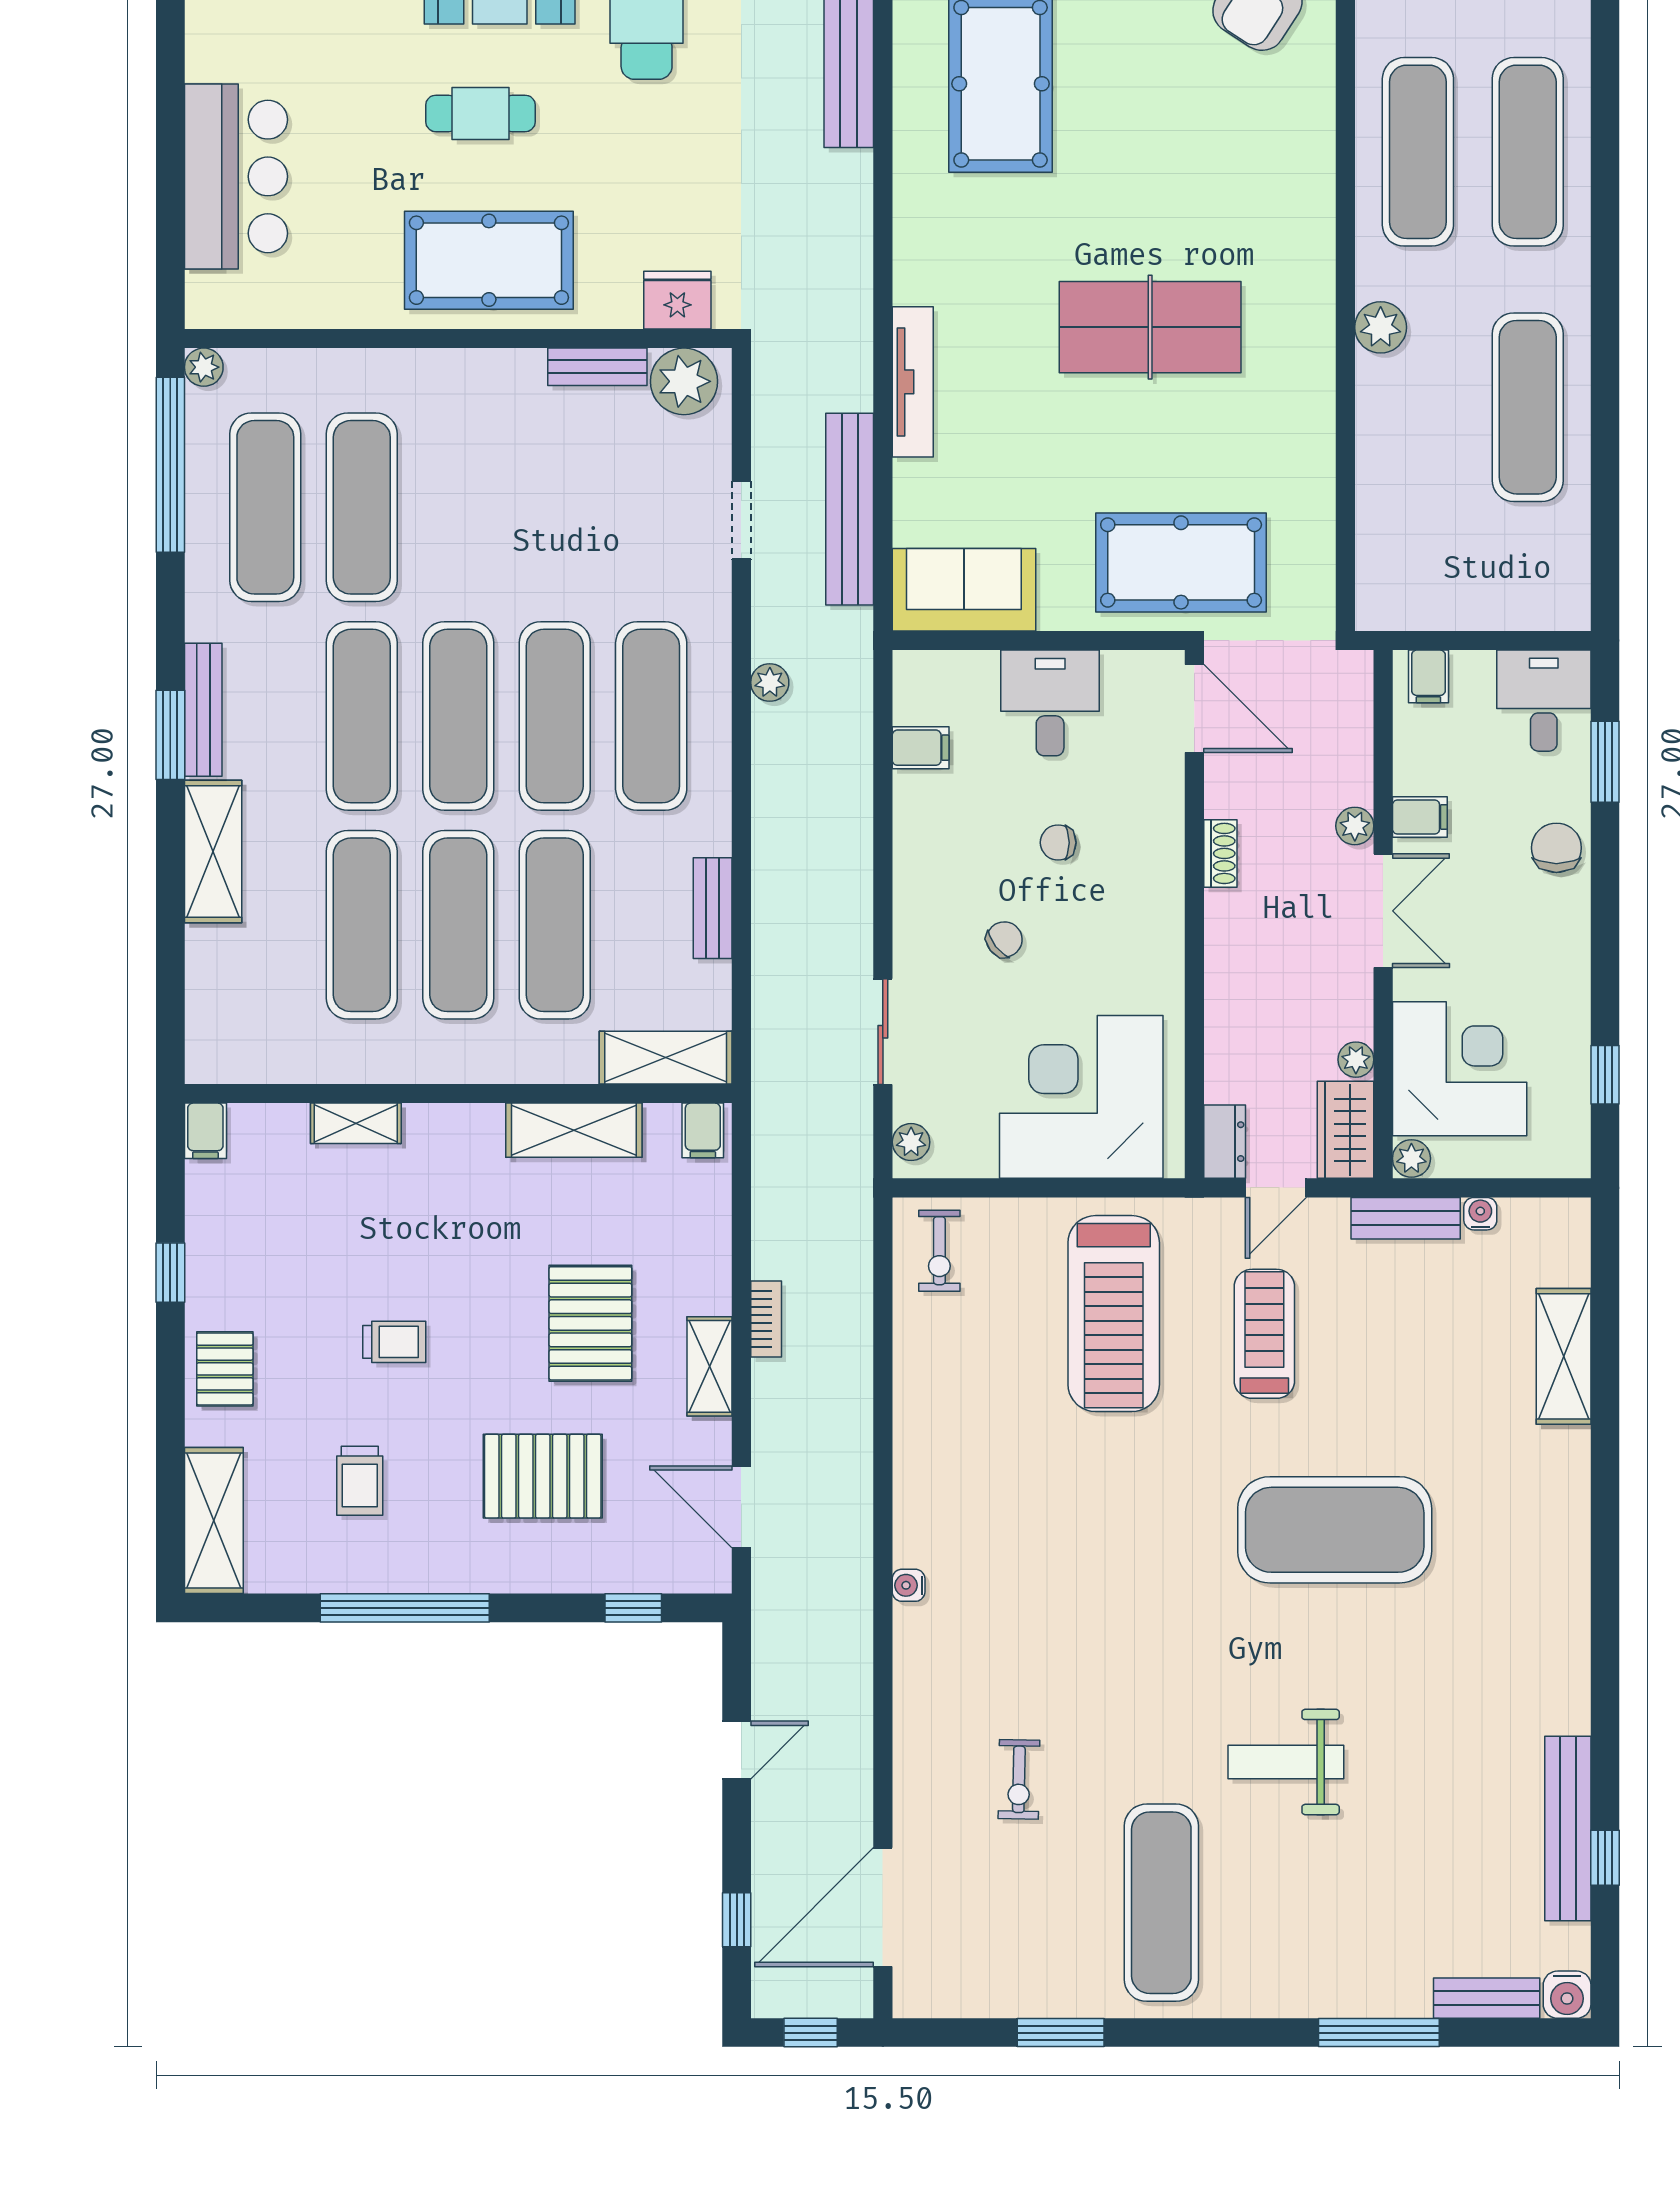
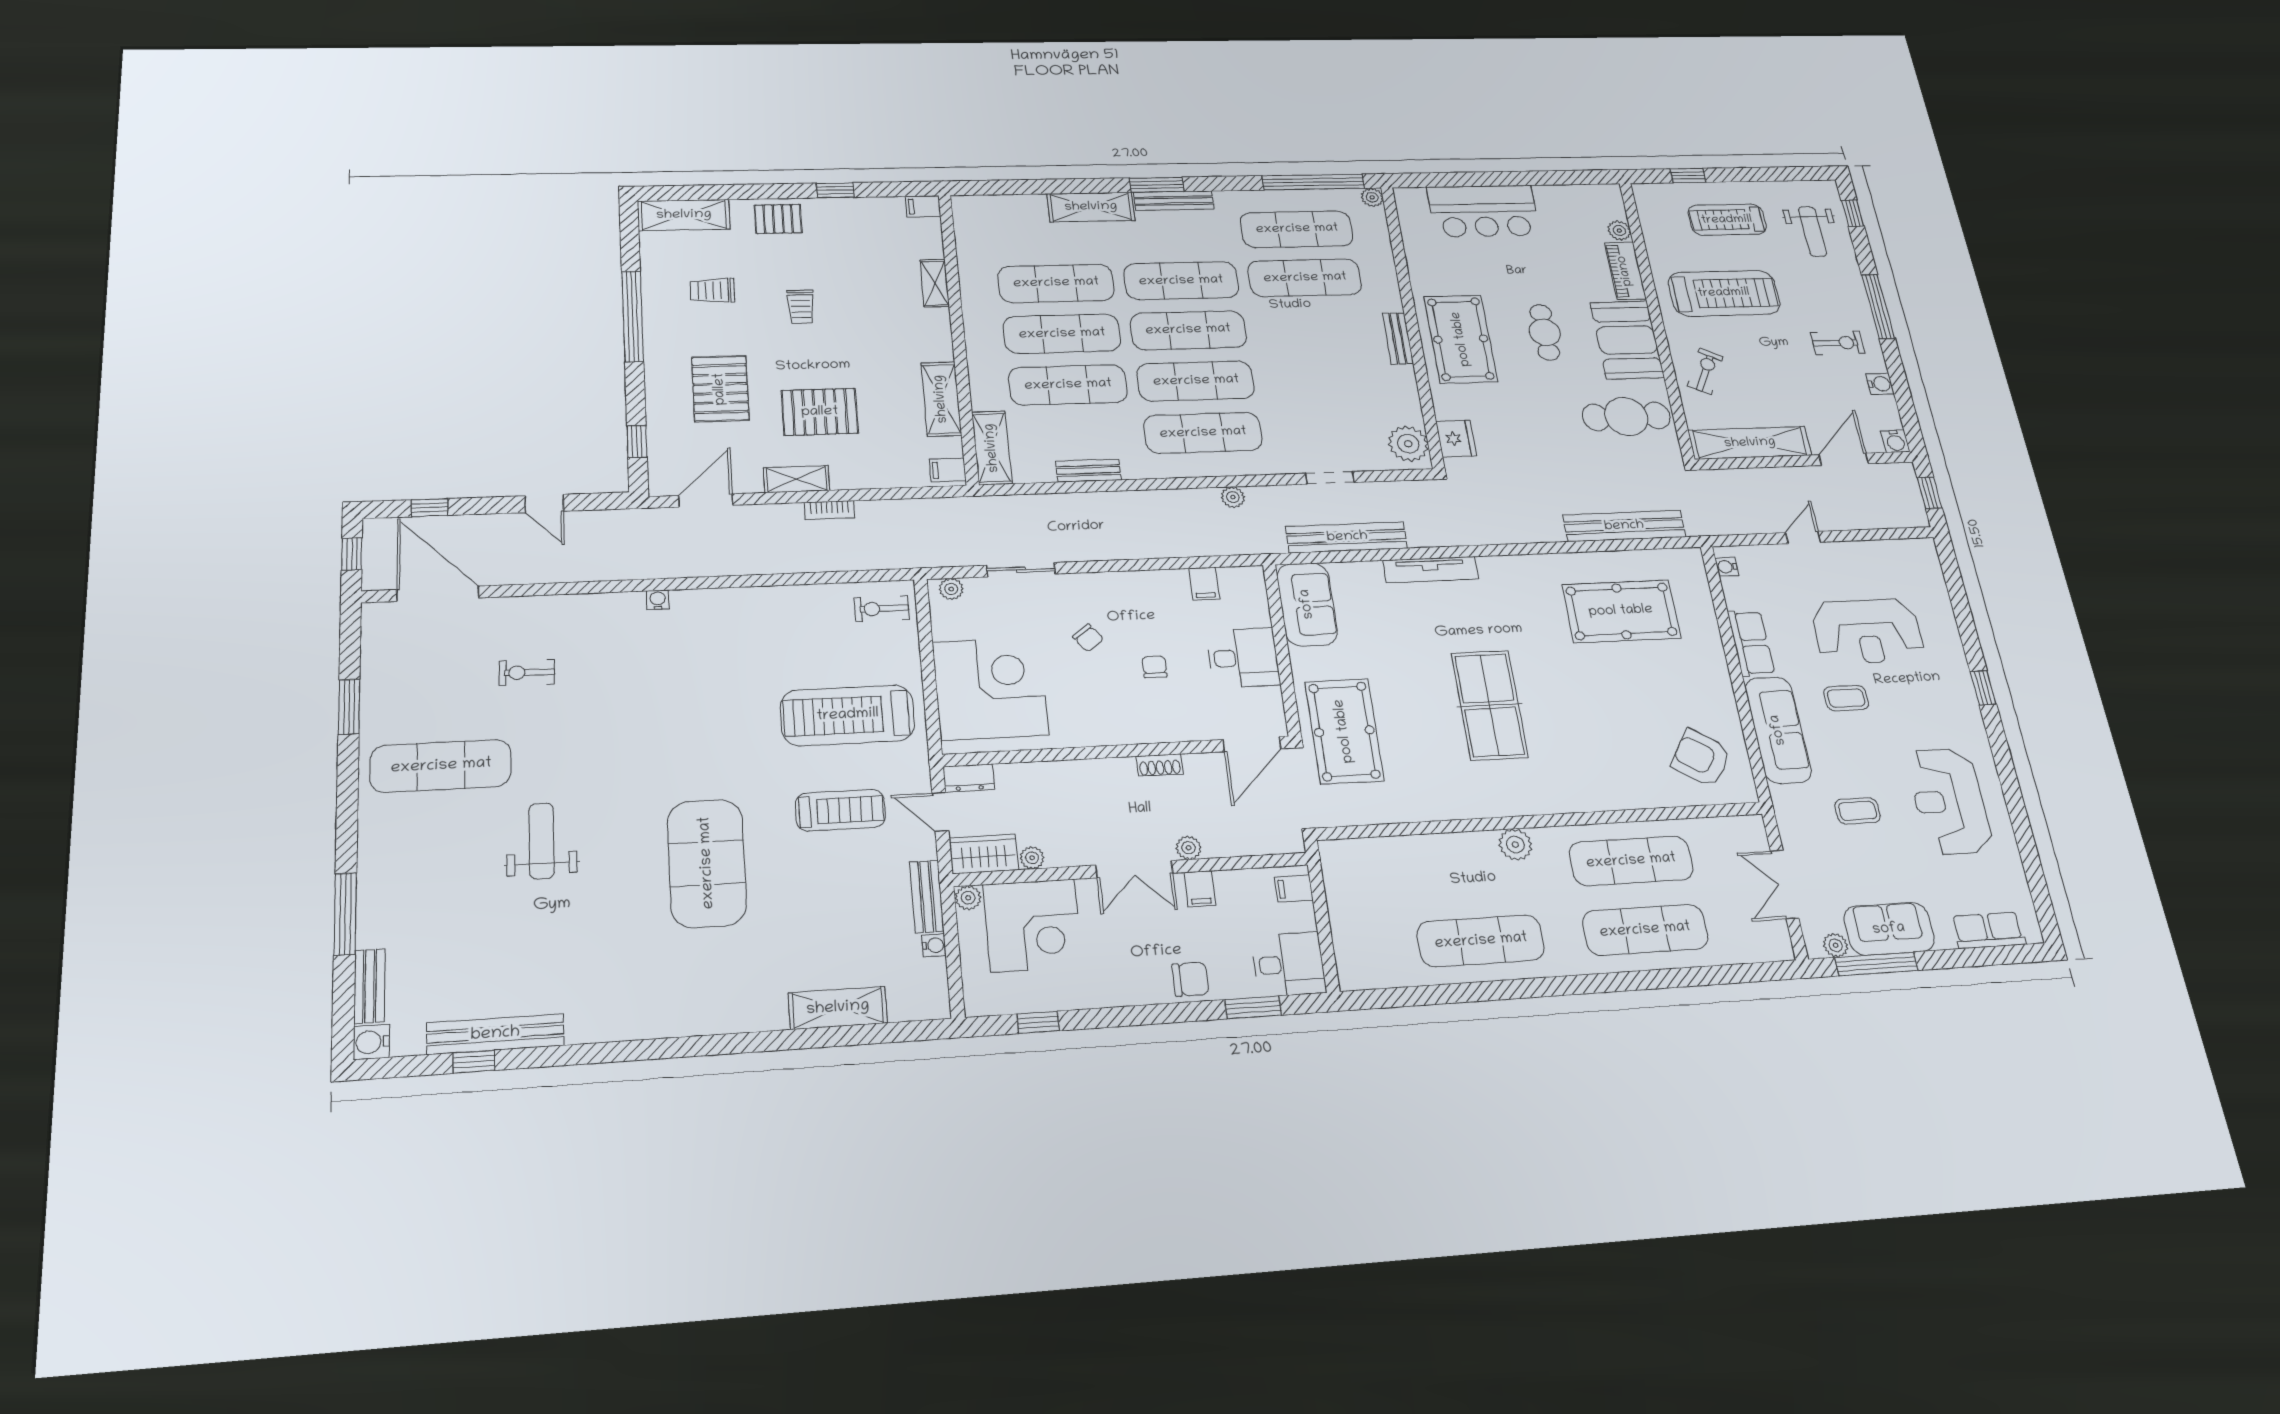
bench: (597, 367) -> (1398, 339), moved

